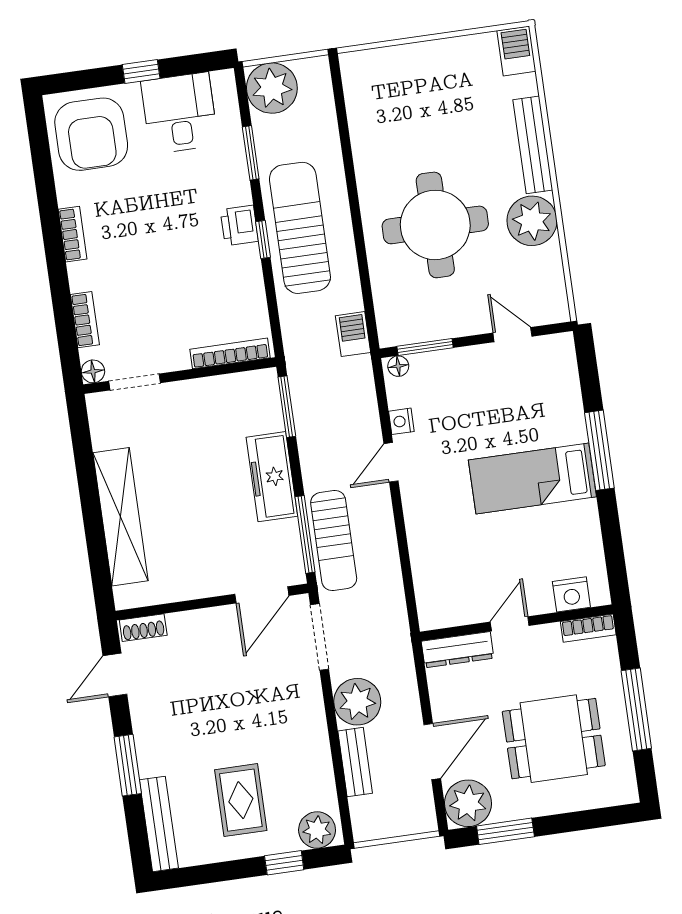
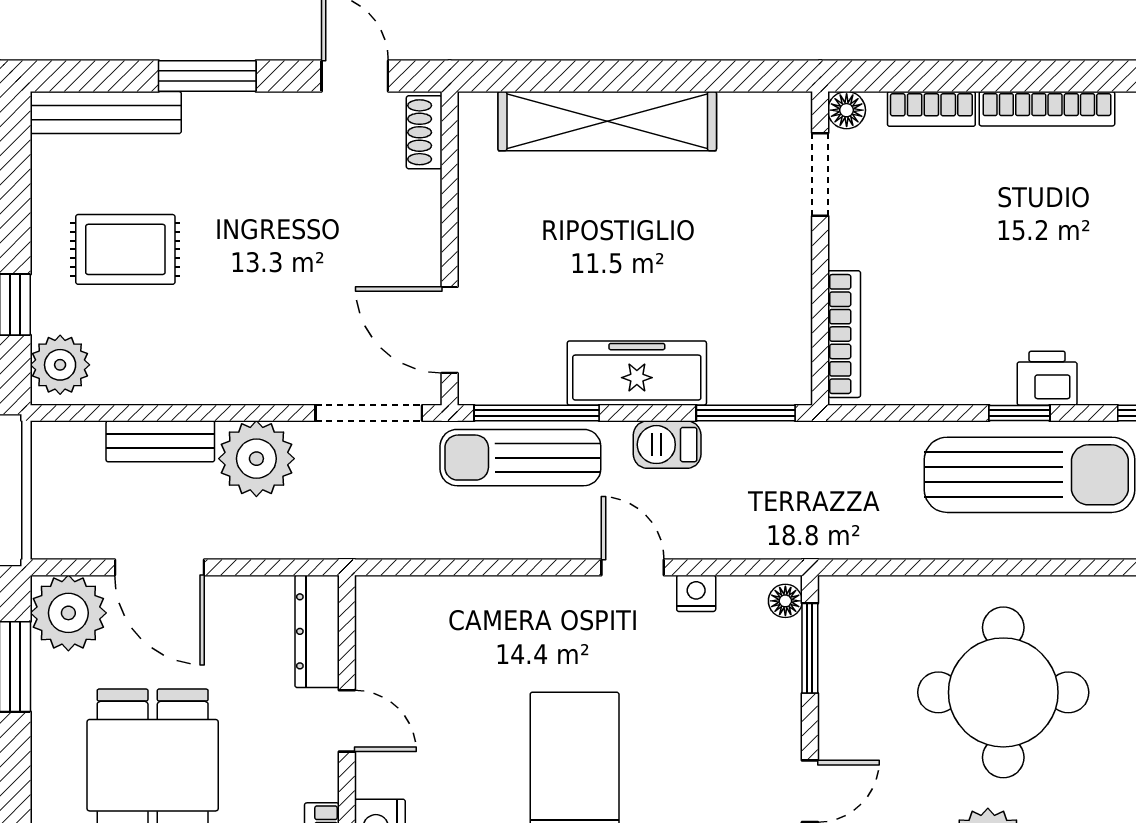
bookcase: (73, 234) -> (1047, 109), width x1.56
barbecue: (353, 334) -> (667, 445), moved, turned 180

